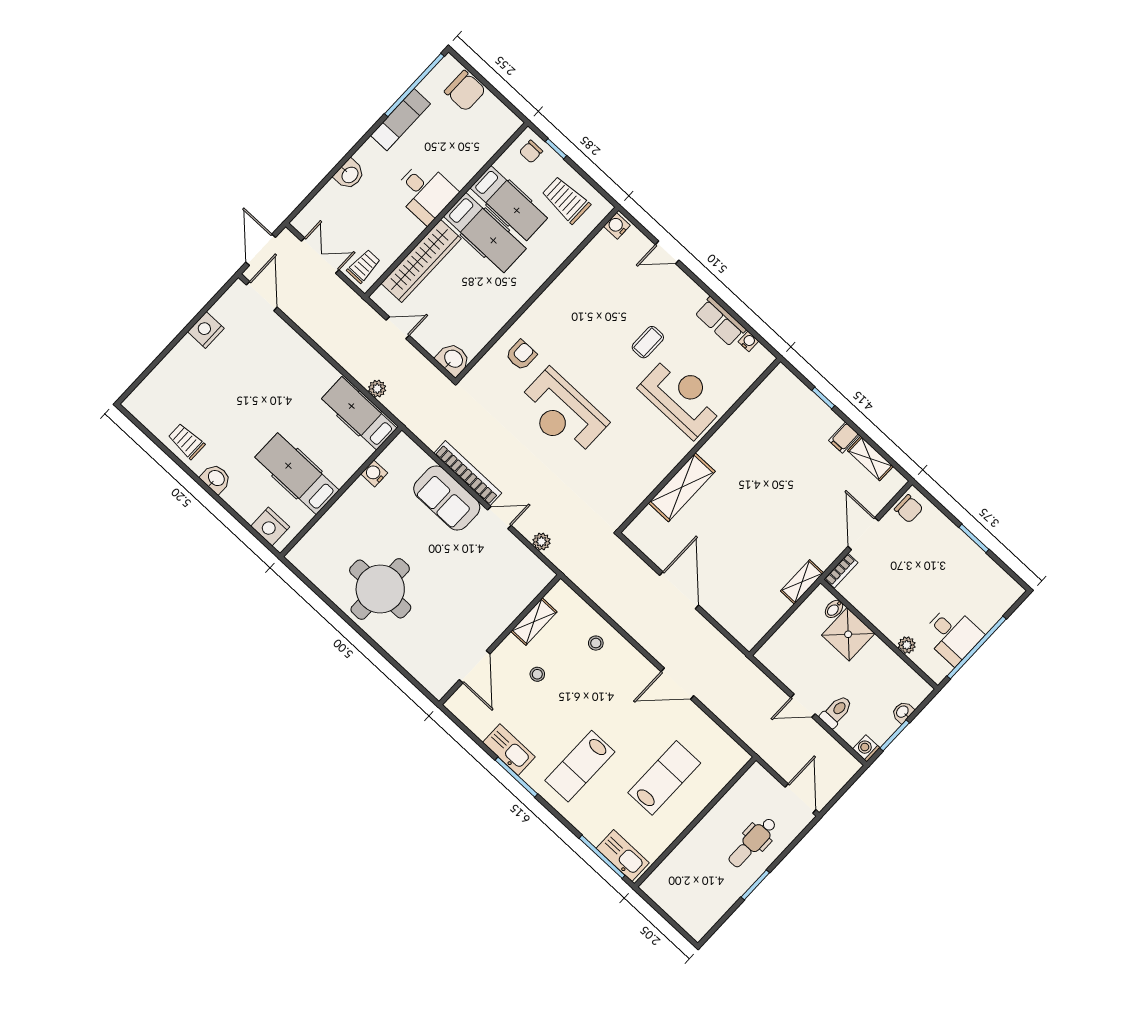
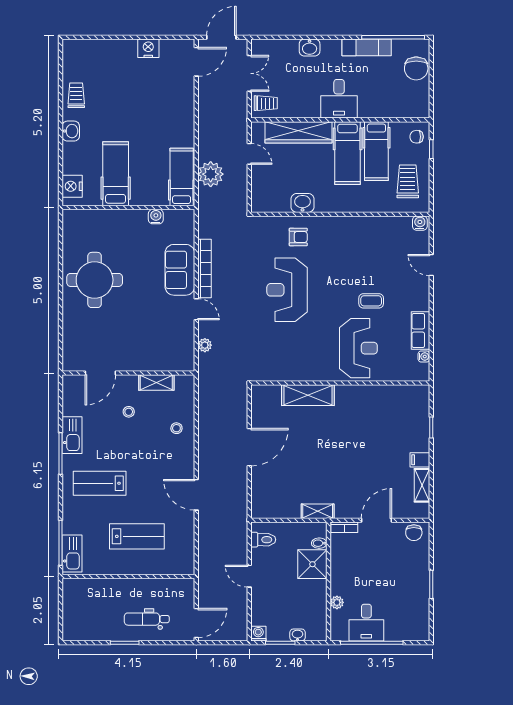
washbasin: (453, 359) -> (302, 203), moved, turned -90
plant: (377, 389) -> (211, 174), width x1.87, depth x1.87
toilet: (836, 711) -> (263, 540), moved

